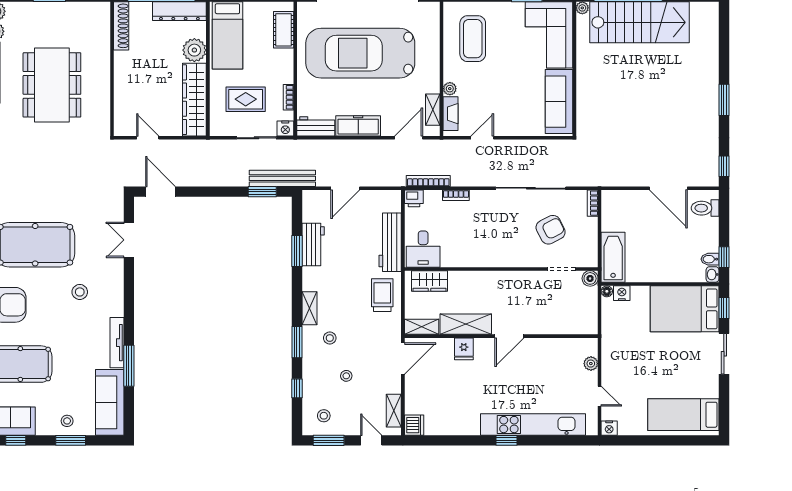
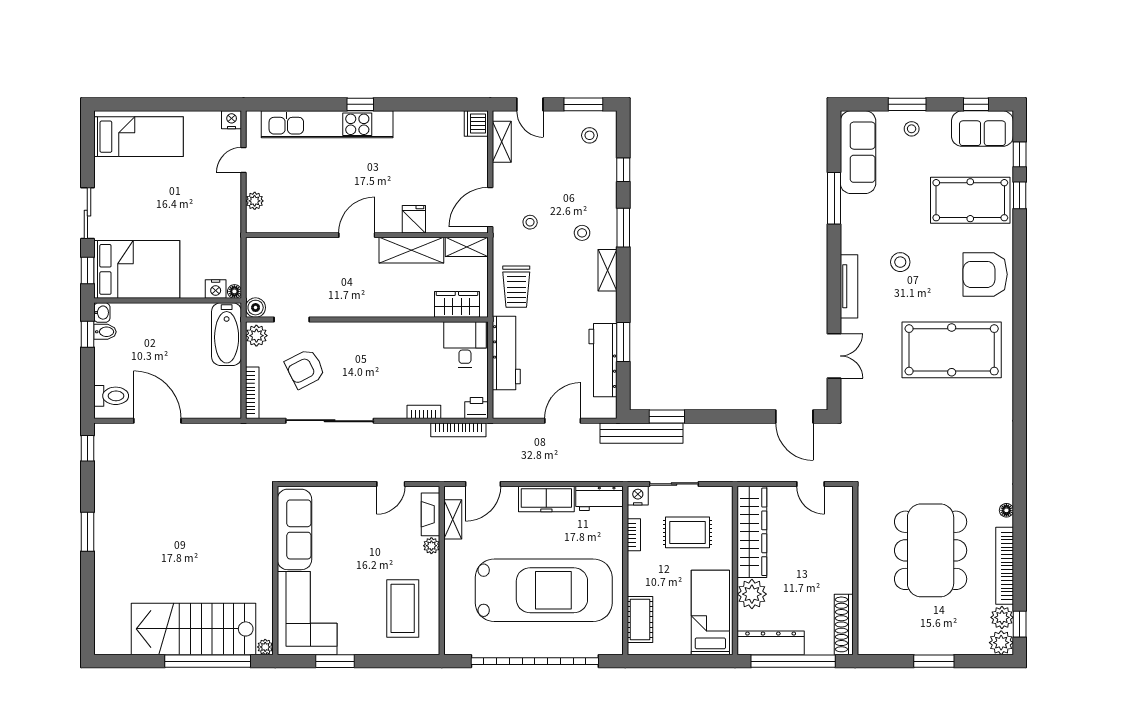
bookcase: (593, 203) -> (252, 393), width x1.56
workbench: (313, 245) -> (603, 360), width x1.38
plant: (589, 256) -> (256, 336), added
stool: (80, 292) -> (900, 262), moved
tv unit: (117, 343) -> (849, 286), moved
stool: (346, 376) -> (530, 222), moved
door: (600, 396) -> (244, 160), hinge flipped

